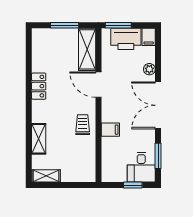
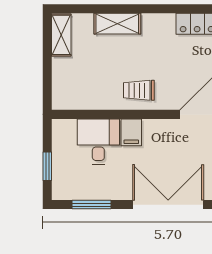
trolley: (83, 125) -> (139, 90), turned 180
desk: (141, 167) -> (98, 141), moved, turned 90

